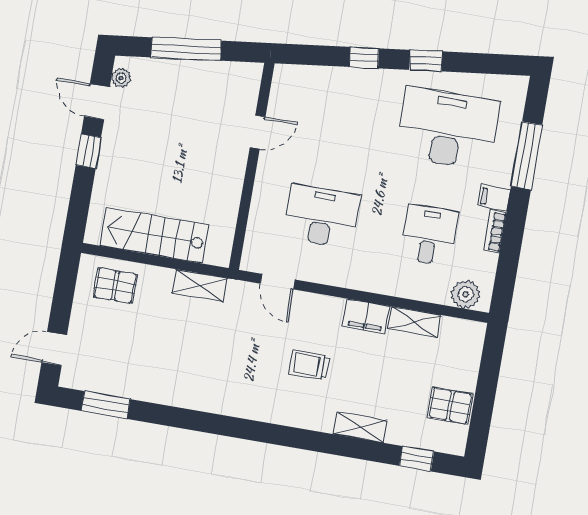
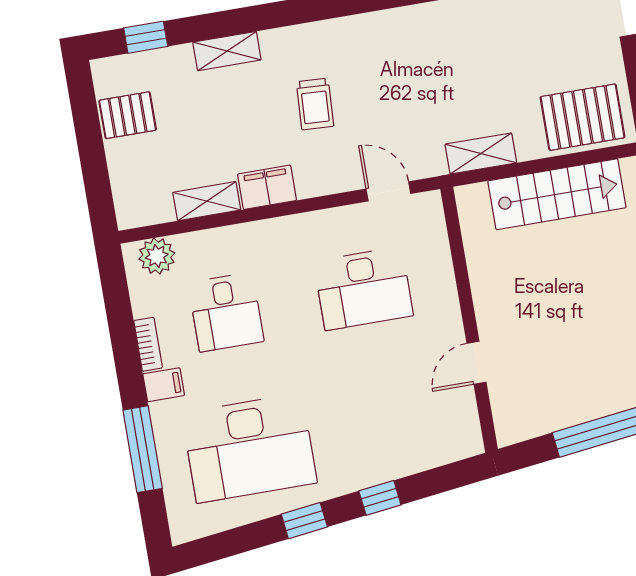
pallet: (115, 286) -> (583, 117), width x1.50, depth x1.42
trolley: (309, 365) -> (315, 104), turned 93

